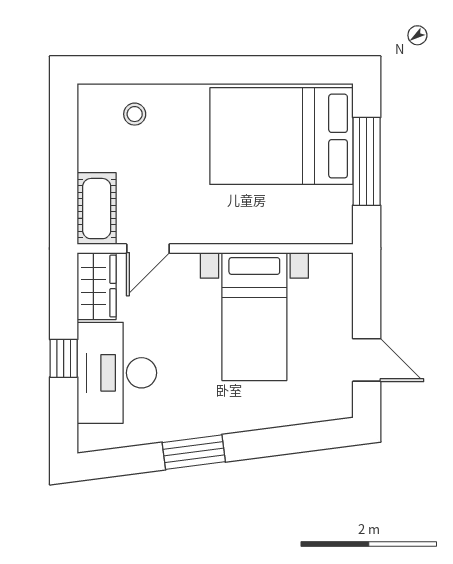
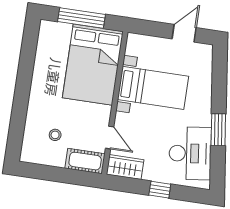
stool: (135, 114) -> (55, 135), moved
bed: (281, 136) -> (93, 65), moved
desk: (117, 373) -> (190, 153), moved, turned -97

